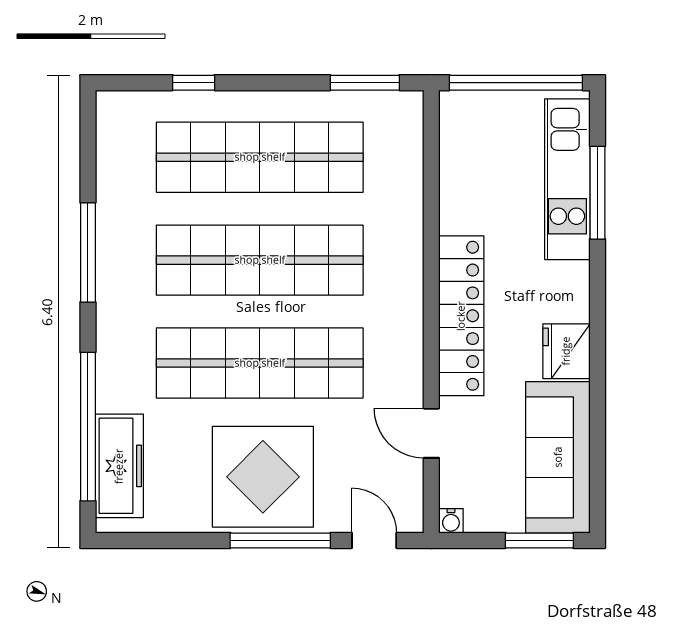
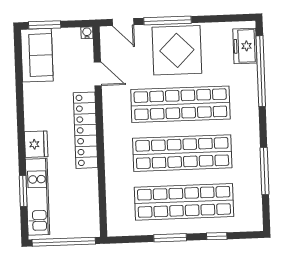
window: (365, 83) -> (170, 238), moved
window: (597, 193) -> (23, 191), width x0.69
window: (88, 252) -> (264, 171), moved
fridge: (566, 351) -> (36, 144), moved
sofa: (558, 457) -> (37, 55), width x0.73
freezer: (119, 466) -> (245, 46), width x0.71

